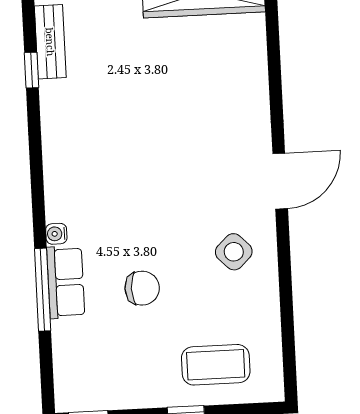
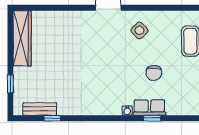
chair: (142, 288) -> (154, 73), turned 180
window: (43, 290) -> (152, 118), width x0.46

